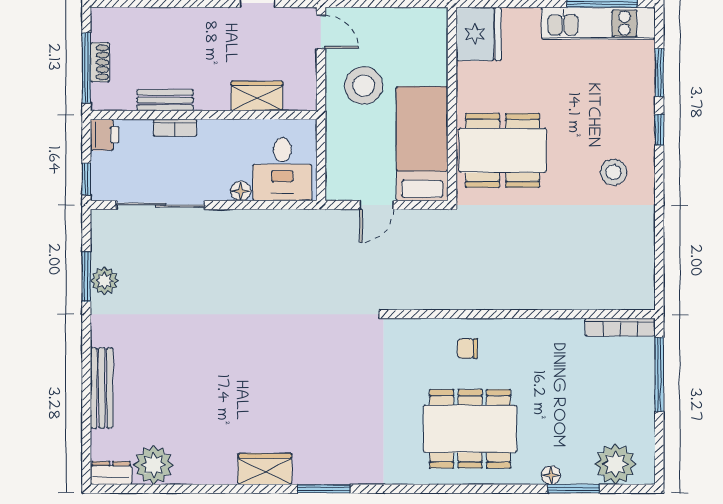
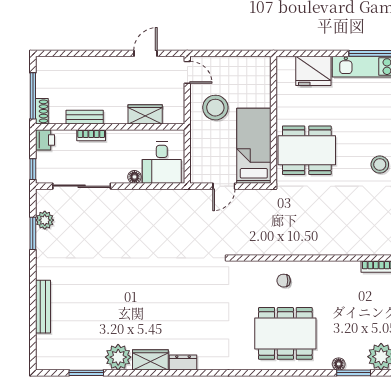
fridge: (479, 34) -> (313, 71), moved, turned 90
shoe rack: (100, 62) -> (42, 111), moved
plant: (104, 281) -> (45, 220), moved
plant: (154, 465) -> (118, 357), moved
dresser: (111, 473) -> (183, 363), moved
window: (324, 489) -> (86, 373), moved

